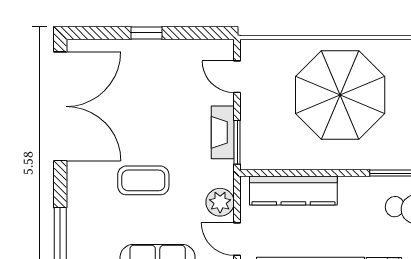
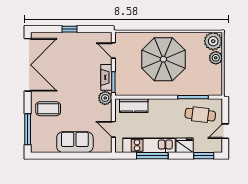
coffee table: (143, 180) -> (48, 109), moved
kitchen counter: (293, 191) -> (134, 106), width x0.67
plant: (220, 202) -> (105, 98), moved

